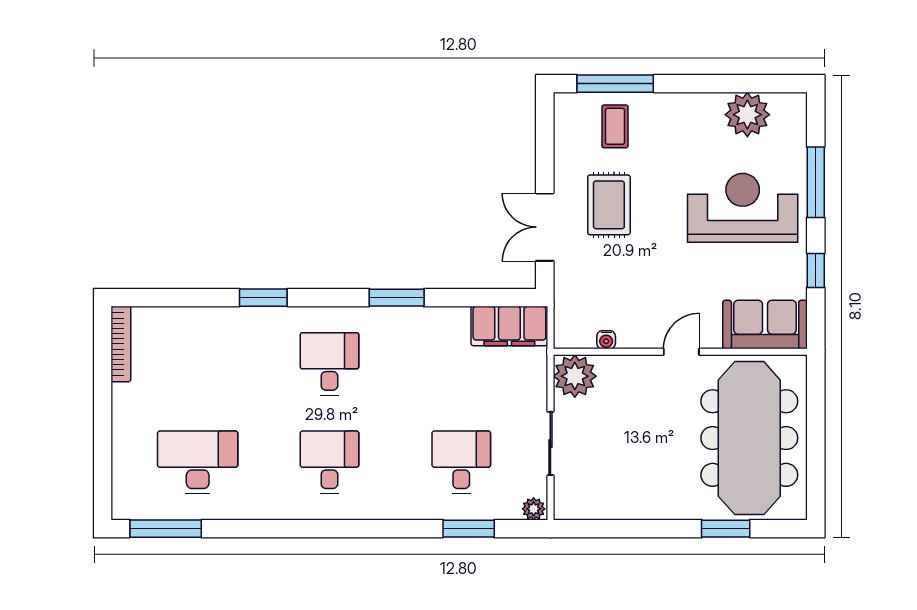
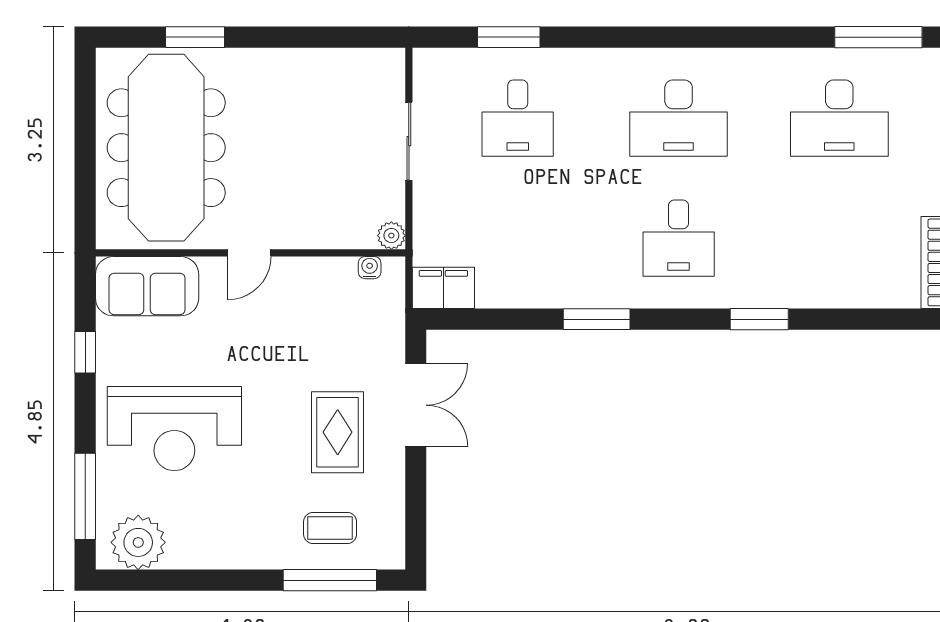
plant: (747, 115) -> (138, 542), moved
coffee table: (615, 126) -> (330, 528), turned 90
window: (816, 182) -> (85, 496), moved
filing cabinet: (509, 326) -> (443, 288), width x0.67, depth x0.86
water cooler: (606, 340) -> (370, 268), moved
plant: (575, 376) -> (391, 236), width x0.53, depth x0.53
desk: (329, 462) -> (679, 118), width x1.37
plant: (534, 509) -> (429, 61), removed

